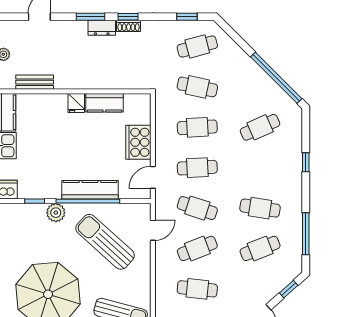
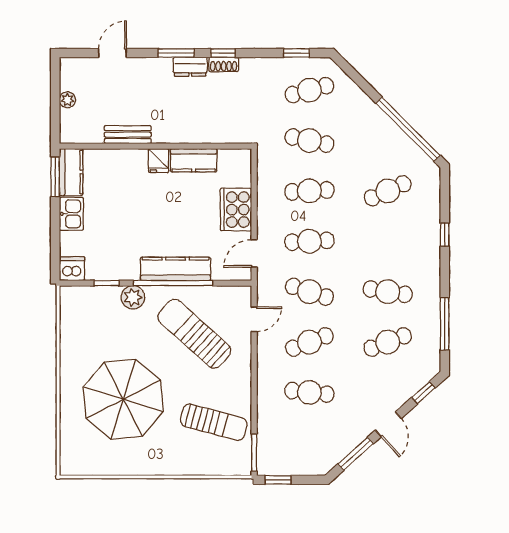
bench: (35, 82) -> (128, 135), moved

